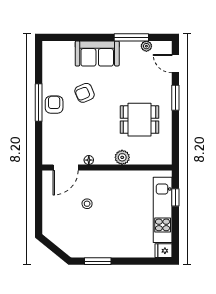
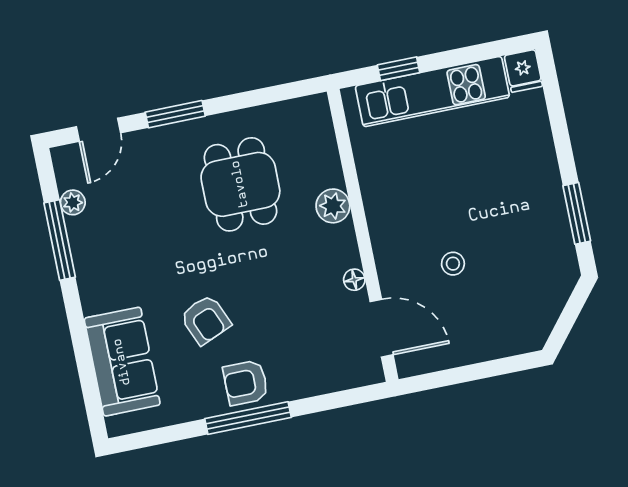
sofa: (97, 53) -> (122, 362), moved

